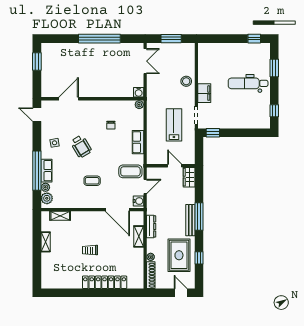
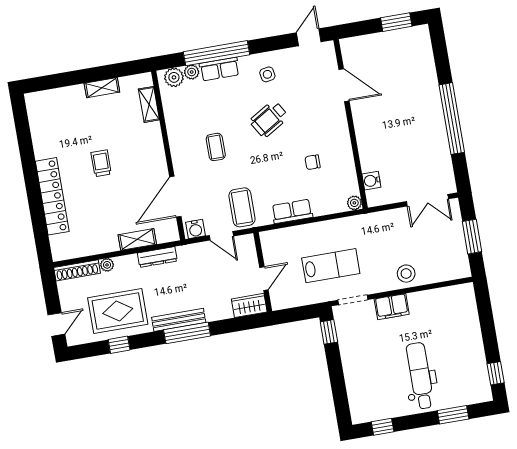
water cooler: (139, 92) -> (371, 181), moved

